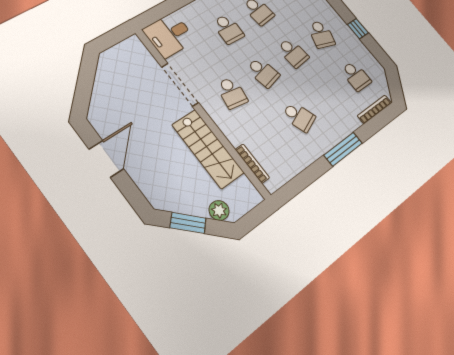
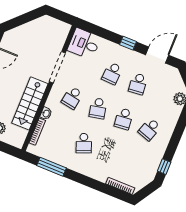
window: (358, 29) -> (164, 167), moved
school desk: (356, 76) -> (135, 164), removed
washbasin: (234, 137) -> (46, 113), added
window: (343, 149) -> (52, 167), moved

